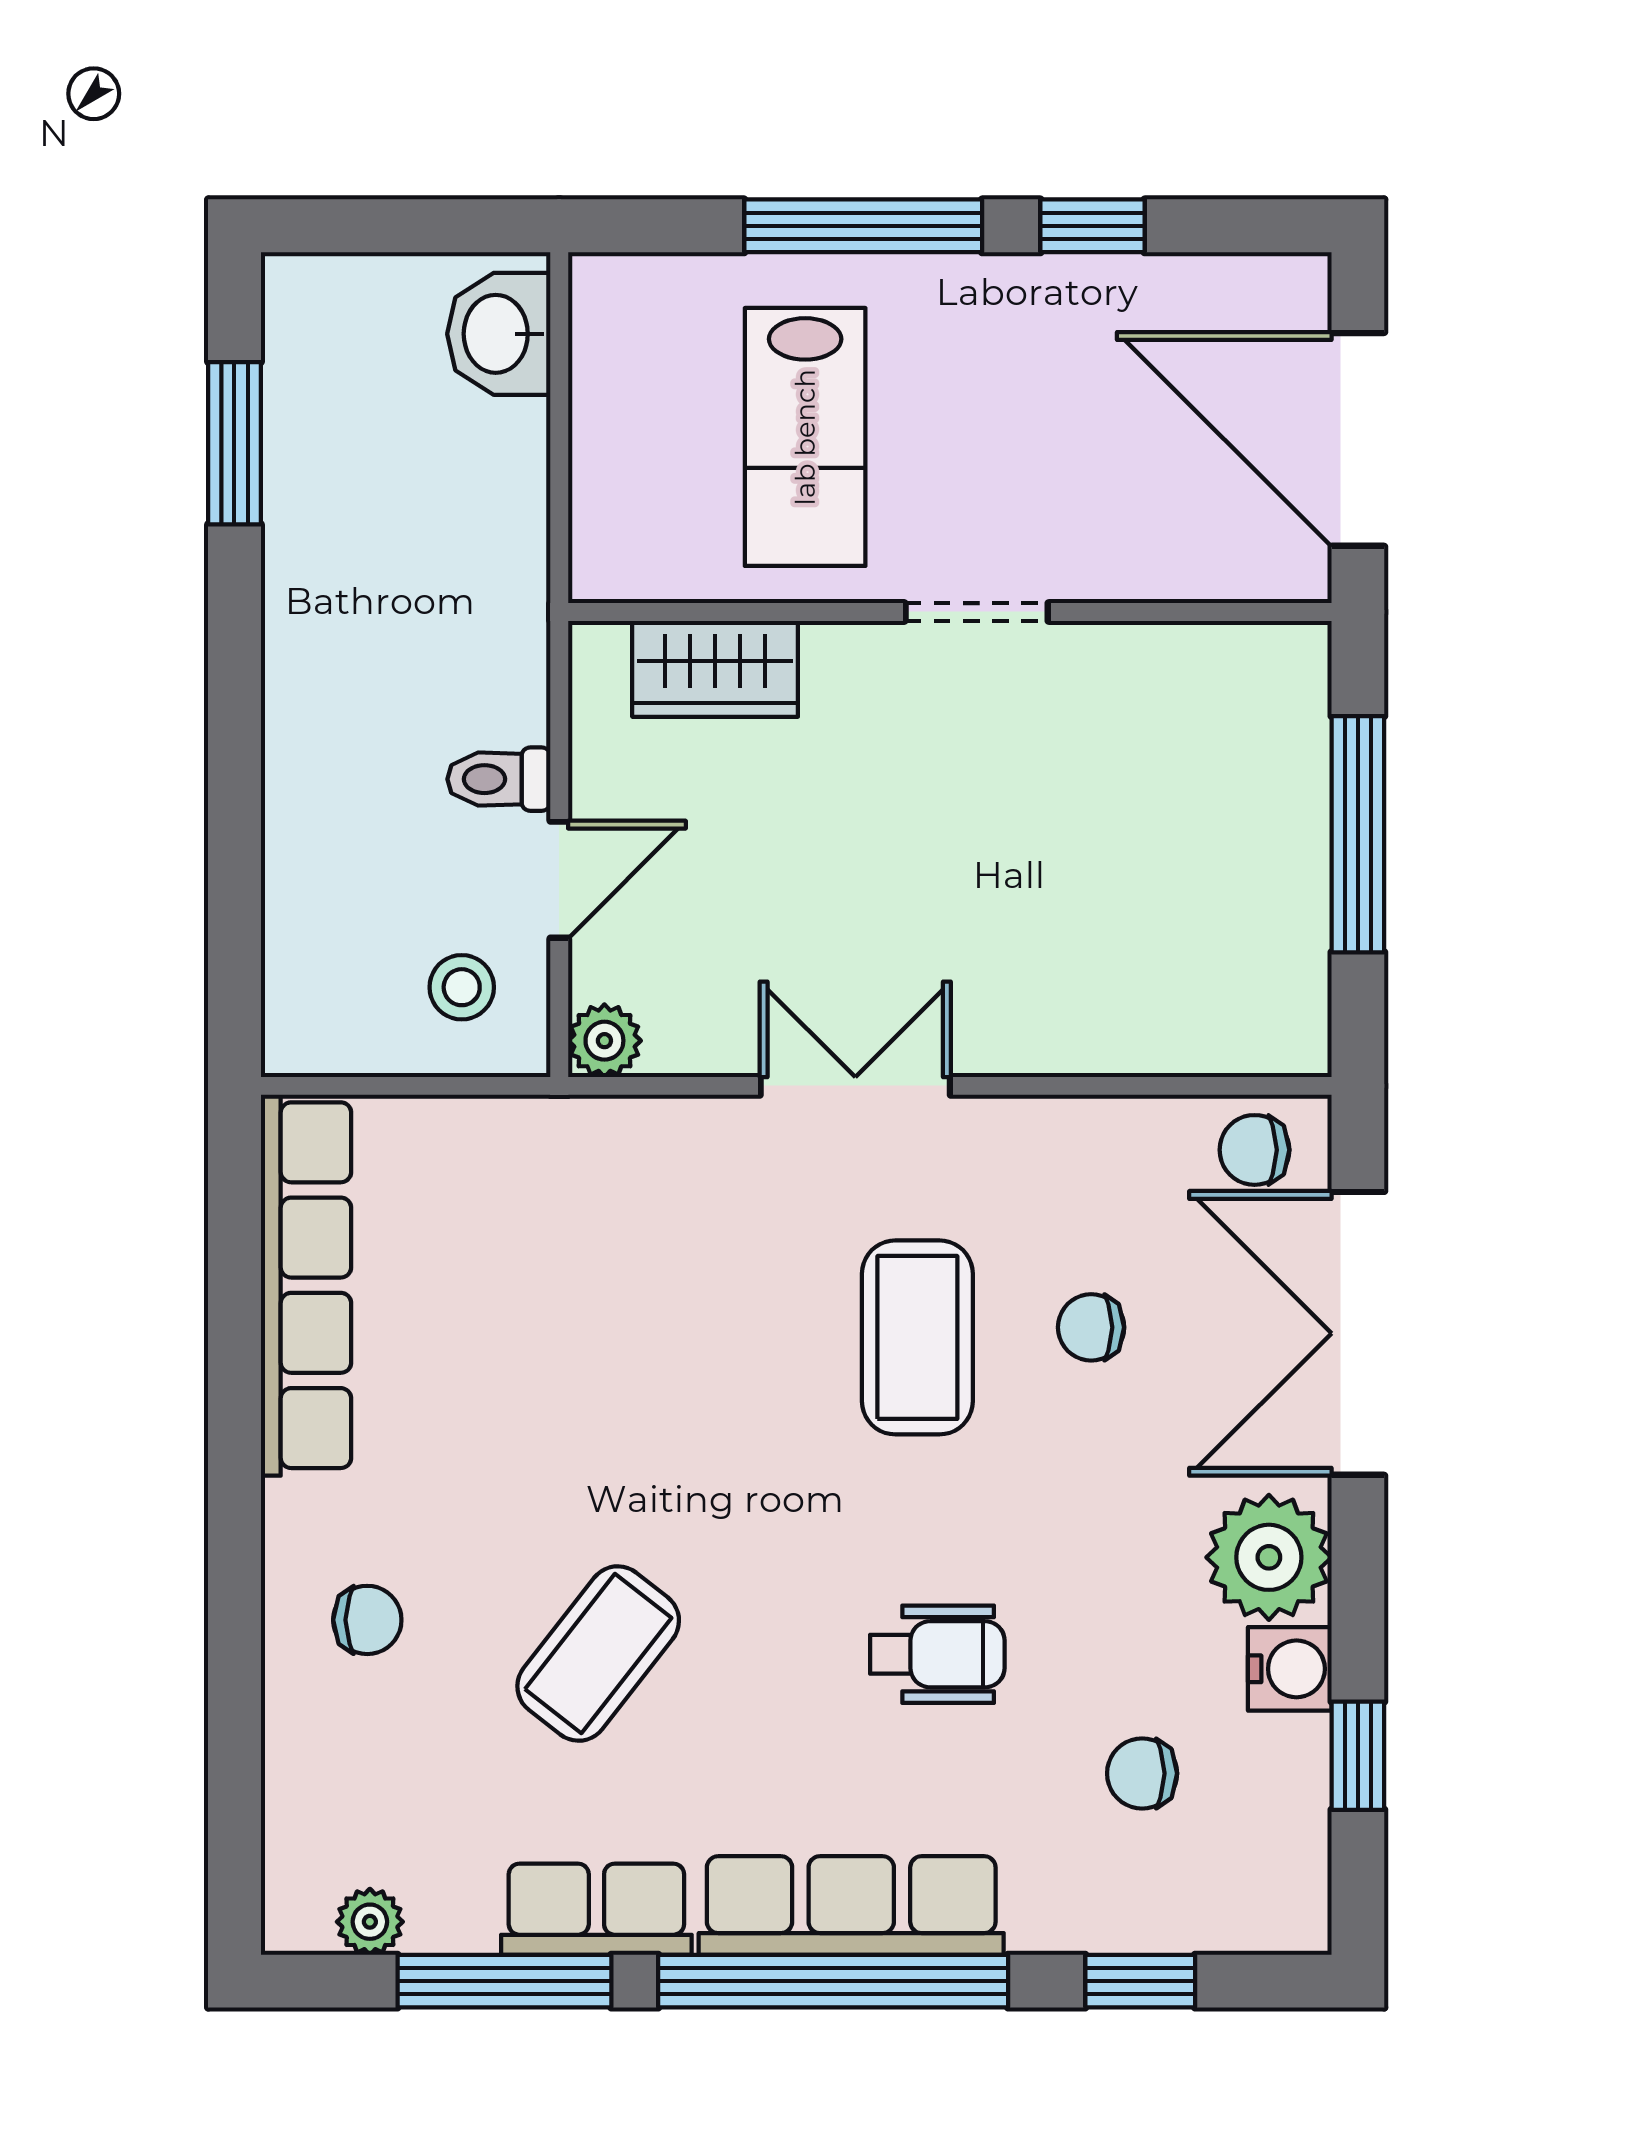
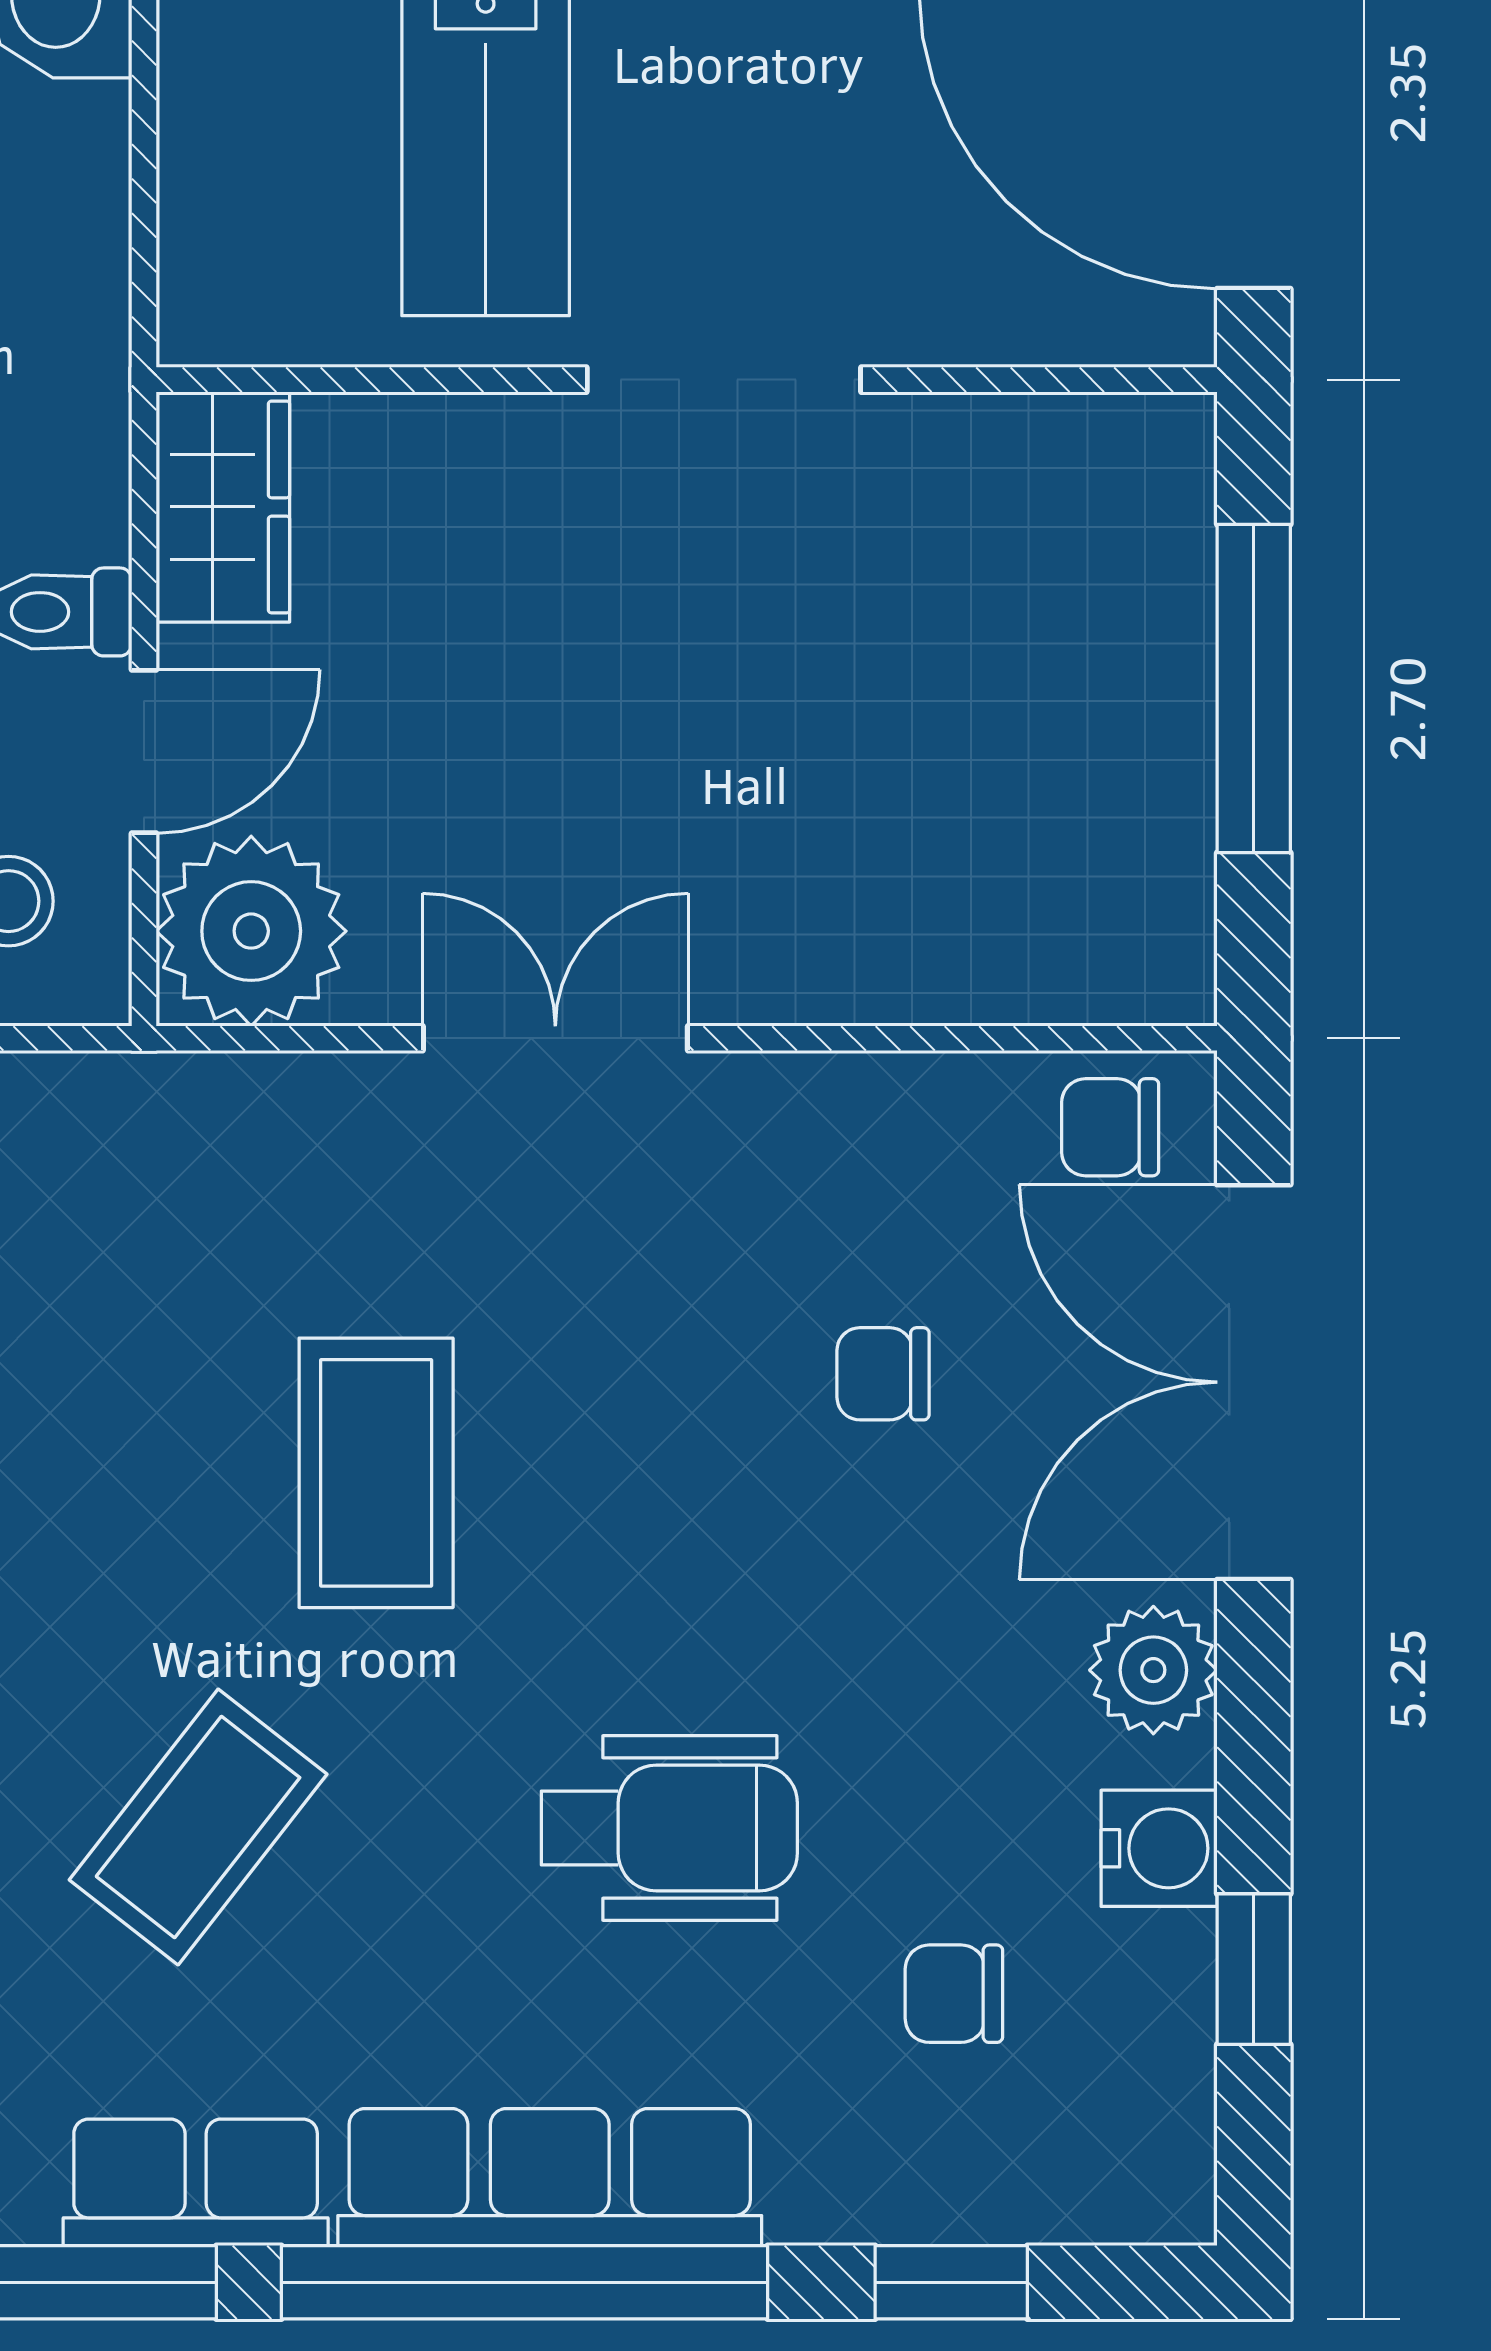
doorway: (977, 612) -> (724, 380), width x1.38
wardrobe: (715, 669) -> (223, 507), moved, turned -90
plant: (604, 1041) -> (251, 931), width x1.87, depth x1.87
coffee table: (917, 1337) -> (376, 1473), moved
plant: (1269, 1557) -> (1153, 1670), width x0.73, depth x0.73
wheelchair: (937, 1654) -> (669, 1828), width x1.36, depth x1.37

